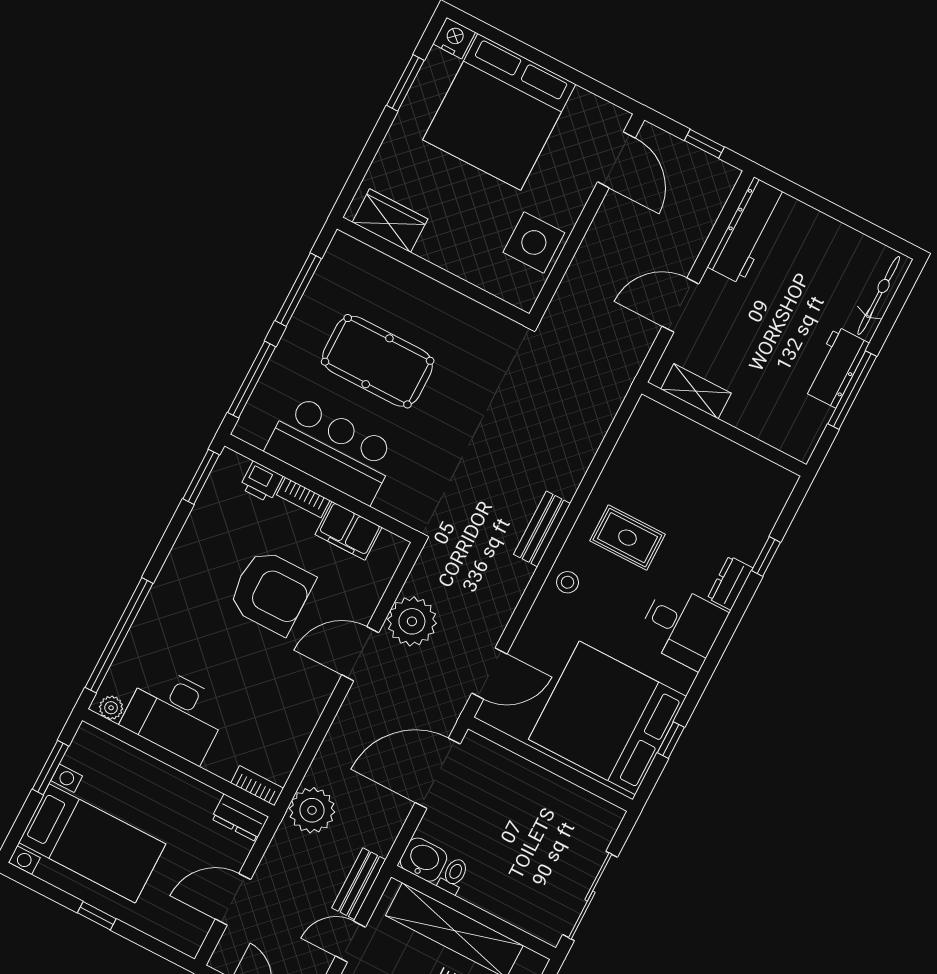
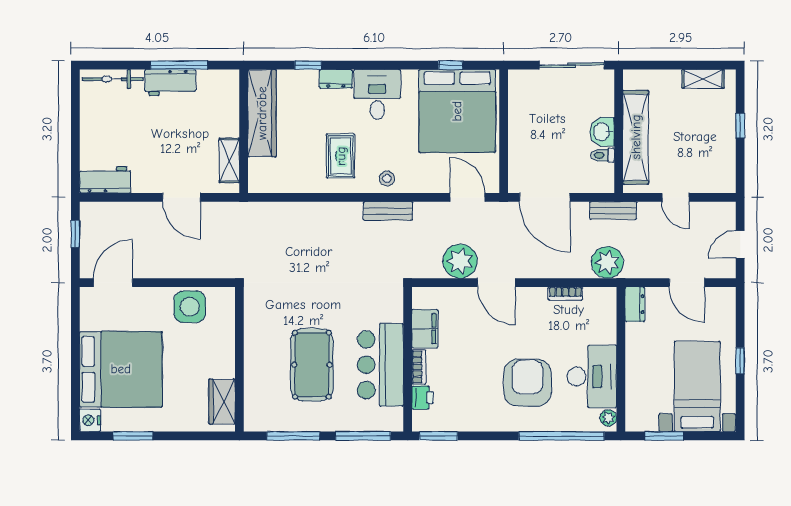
workbench: (748, 231) -> (105, 180), width x0.73
wardrobe: (735, 465) -> (262, 113), added
bench: (542, 529) -> (388, 211), moved
armchair: (271, 592) -> (527, 383), moved
bookcase: (257, 786) -> (565, 294), moved, turned -90
washbasin: (423, 860) -> (602, 132), moved
bench: (359, 884) -> (613, 210), moved

